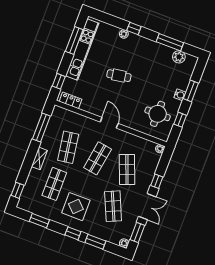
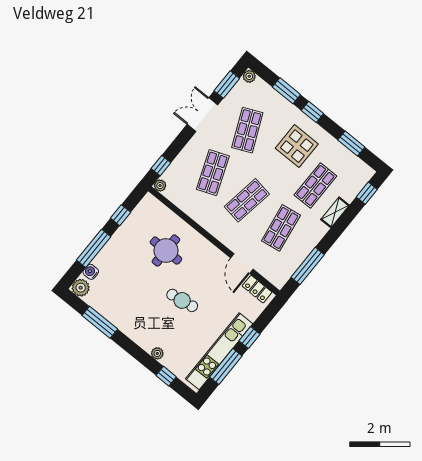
window: (134, 29) -> (166, 376), moved
plant: (179, 57) -> (81, 288), moved
window: (59, 81) -> (250, 338), moved
window: (191, 91) -> (94, 248), width x1.44
water cooler: (180, 95) -> (91, 272), moved
round table: (158, 114) -> (166, 251), moved
door: (109, 123) -> (242, 263), moved
shelving: (39, 158) -> (335, 212), moved
window: (157, 181) -> (161, 166), moved

